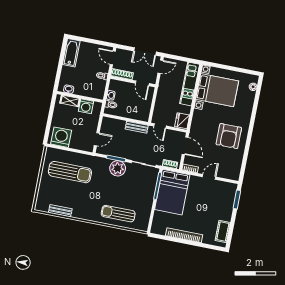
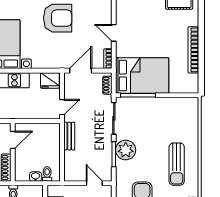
sun lounger: (118, 214) -> (177, 164), moved

